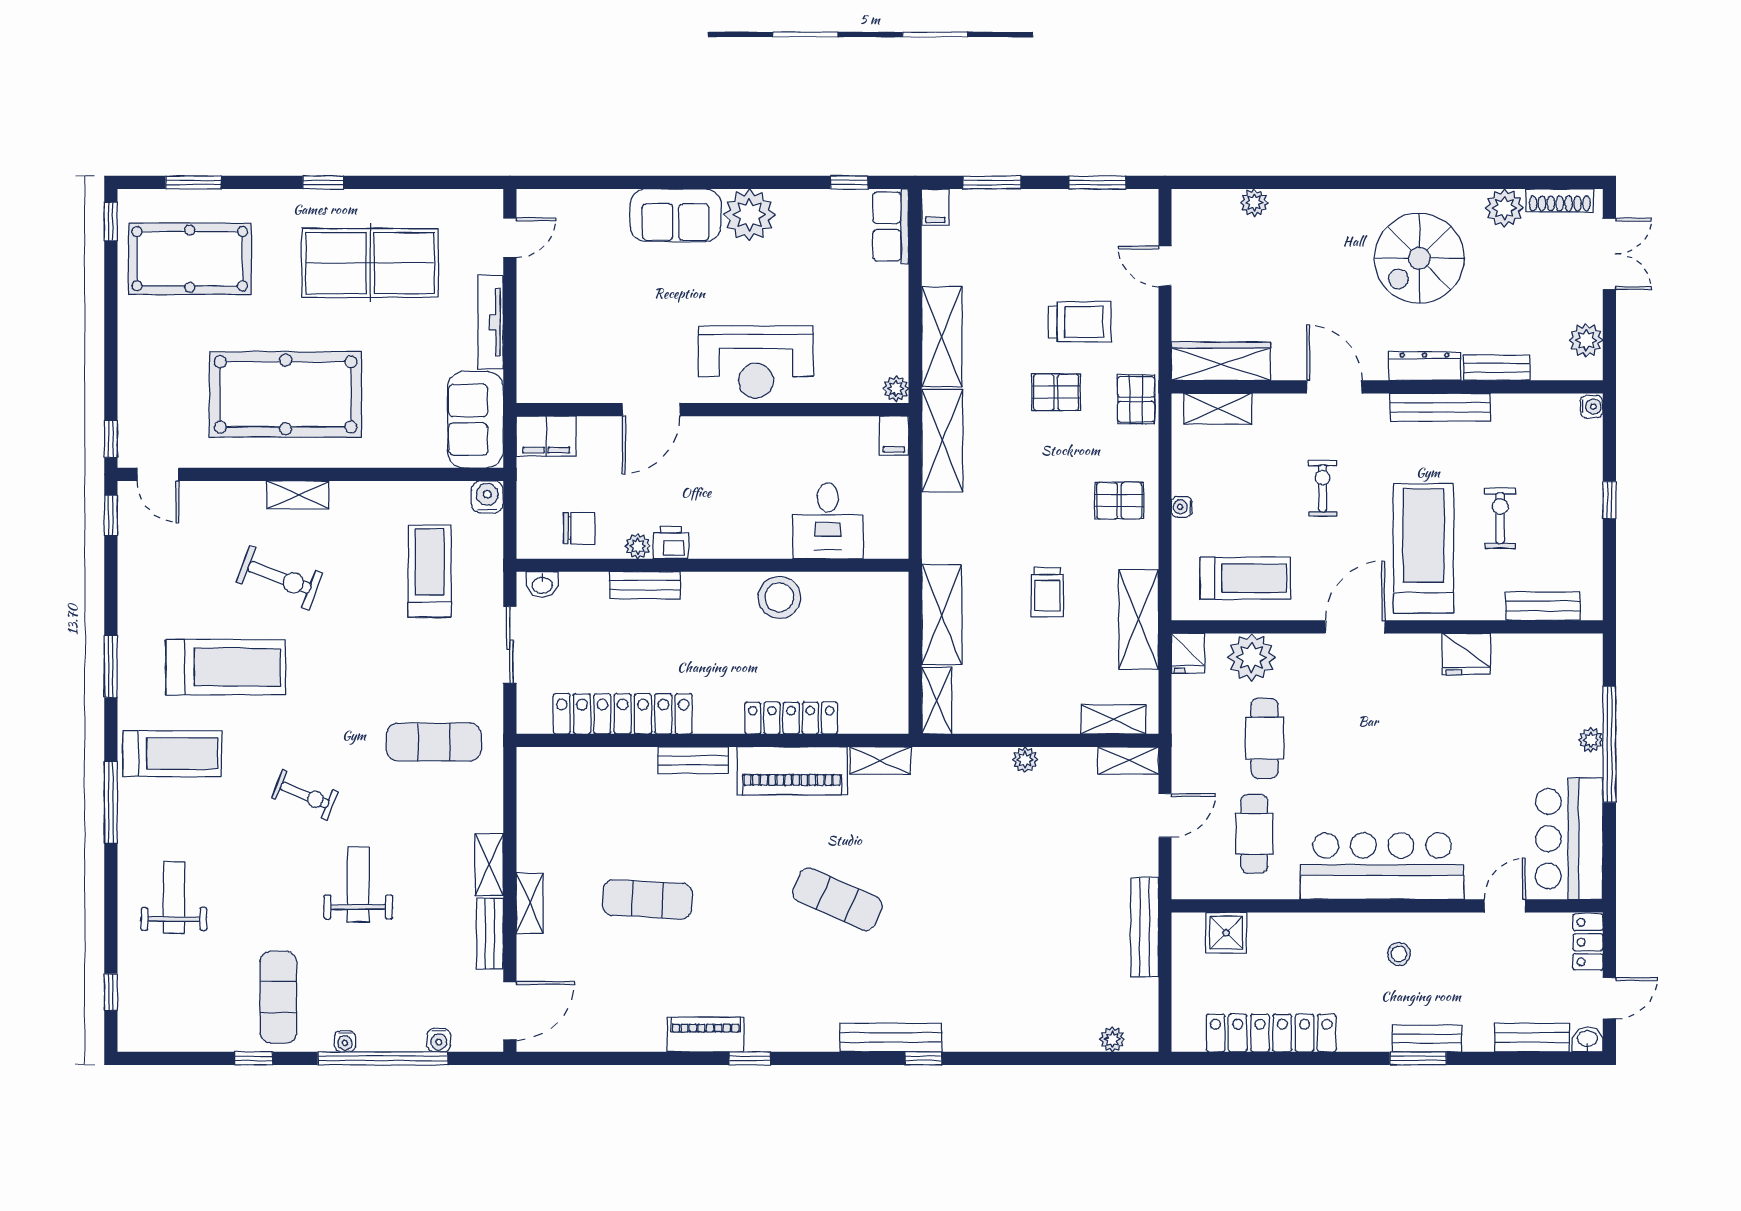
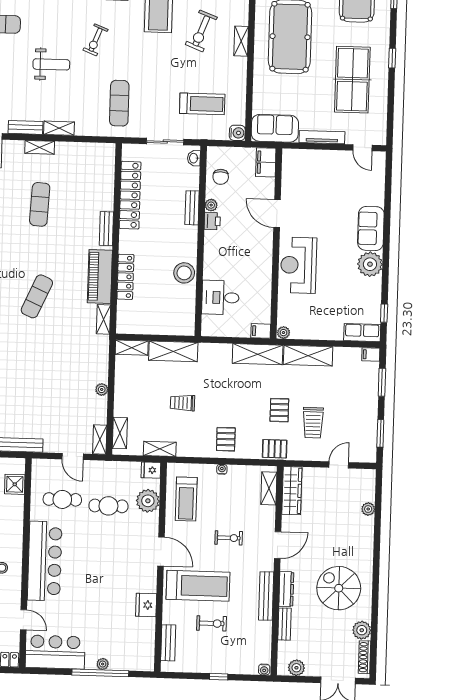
shelving: (1139, 620) -> (160, 449), width x0.67, depth x0.75

